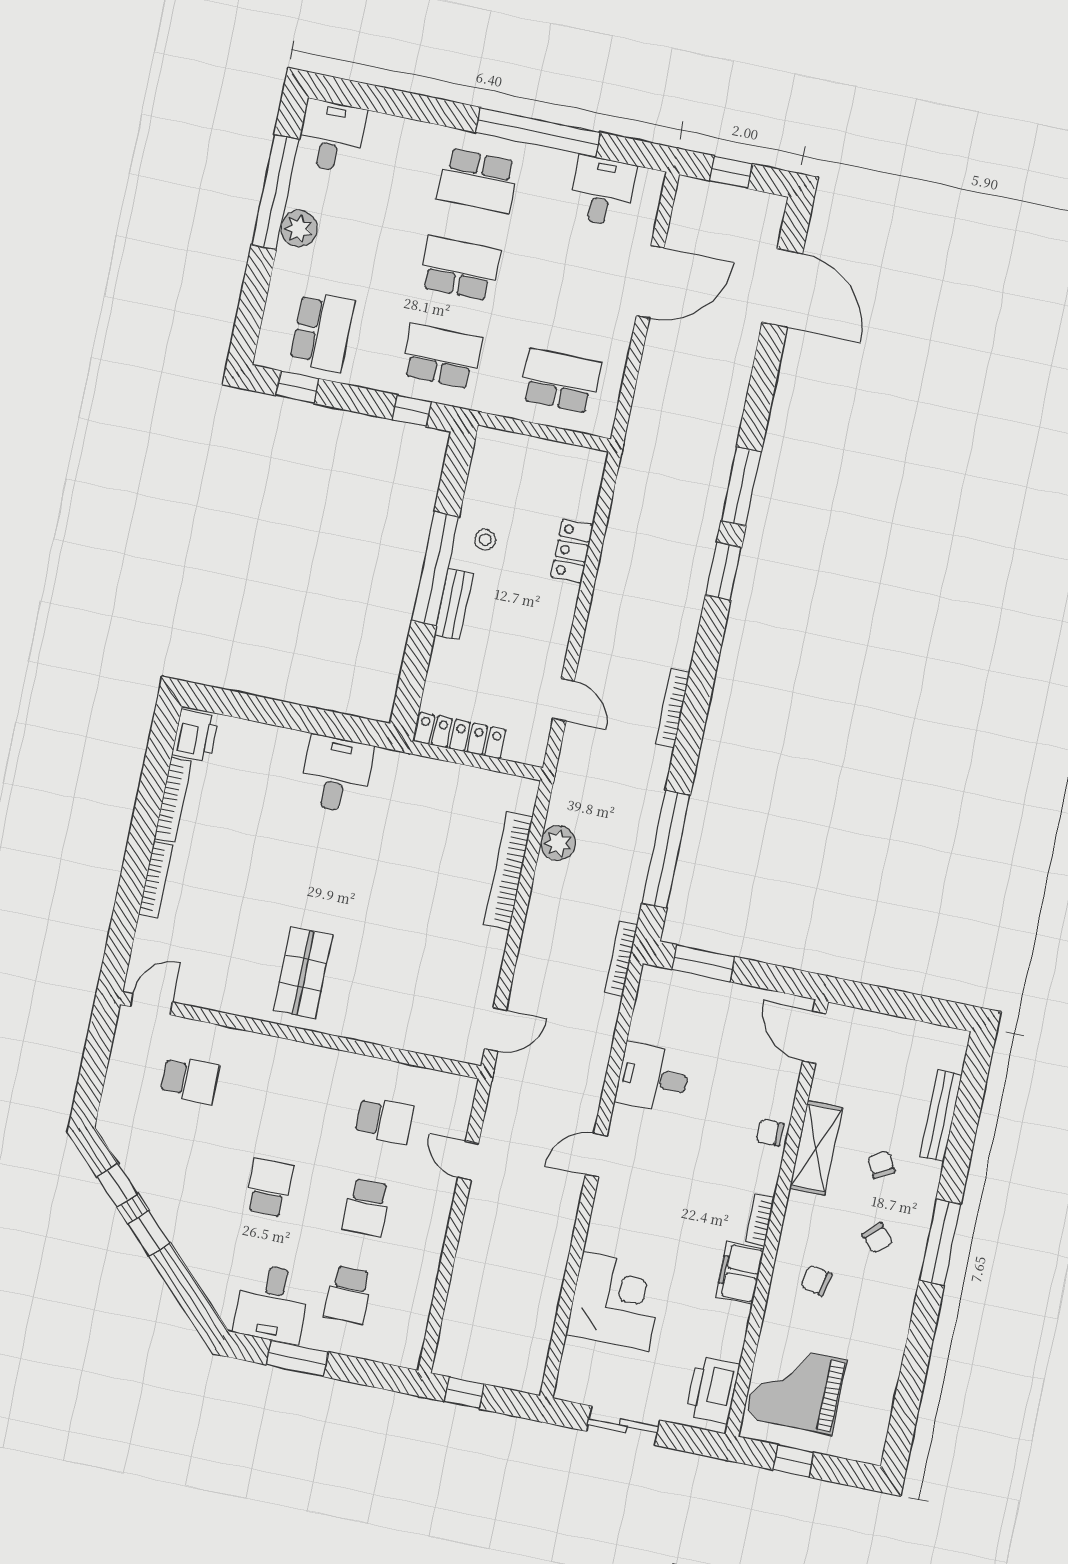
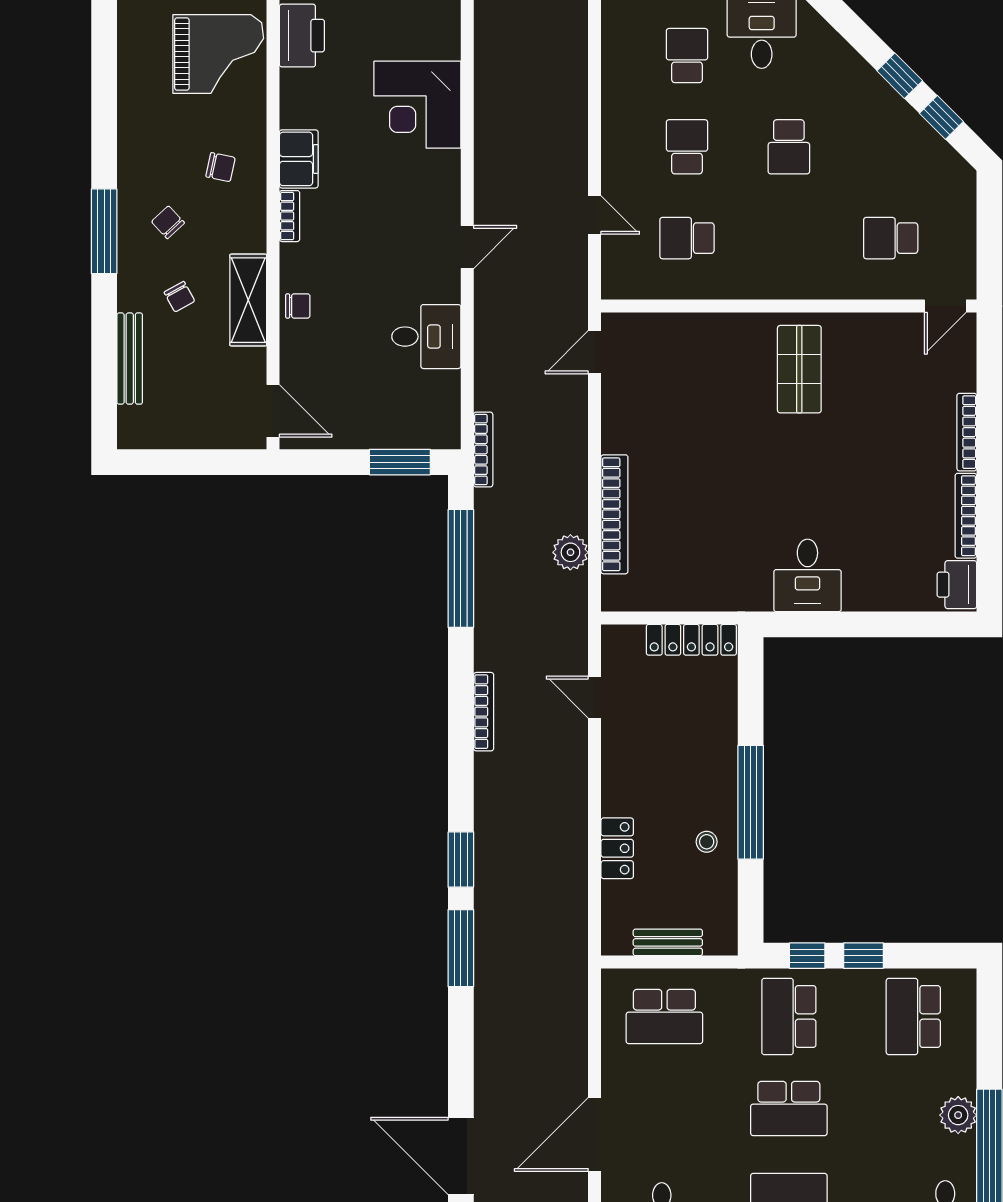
school desk: (441, 356) -> (789, 1017), turned 90
window: (297, 387) -> (863, 956), moved
bench: (454, 604) -> (668, 942), moved, turned 90

